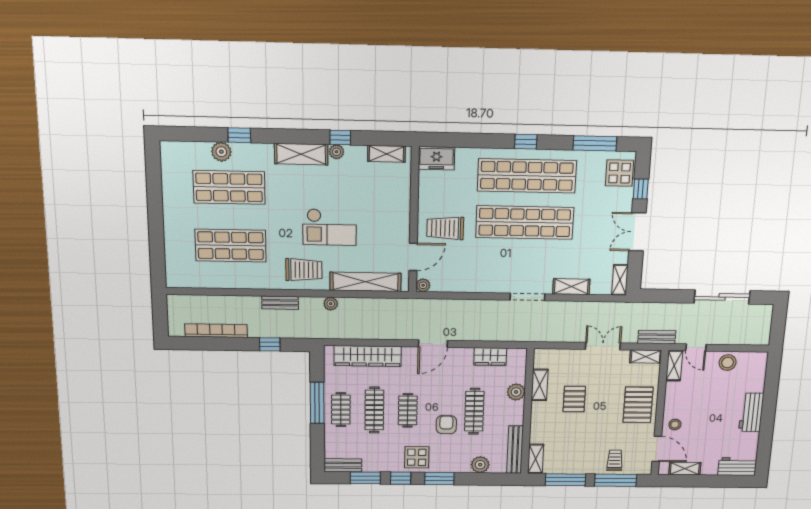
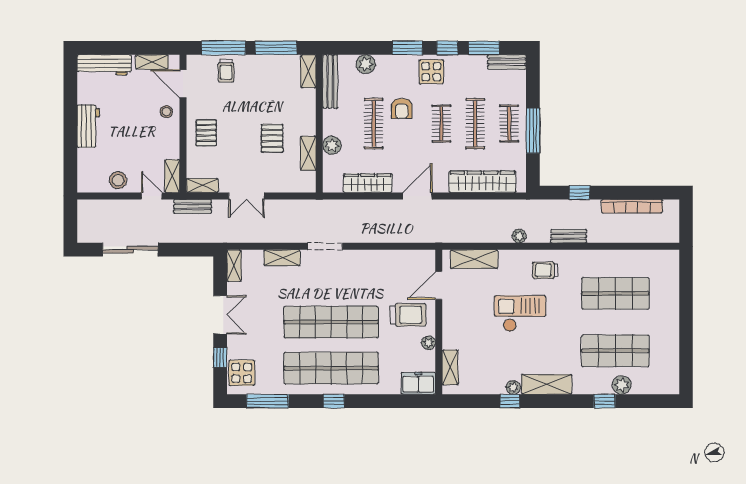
shelving: (386, 154) -> (450, 367), moved, turned 90
trolley: (304, 270) -> (545, 270), width x0.73, depth x0.72
shelving: (365, 282) -> (474, 259), width x0.68
plant: (423, 285) -> (428, 343), moved
wardrobe: (490, 356) -> (368, 183), width x1.50
pallet: (638, 405) -> (206, 133), width x0.67, depth x0.71
workbench: (737, 467) -> (104, 65), width x1.37

